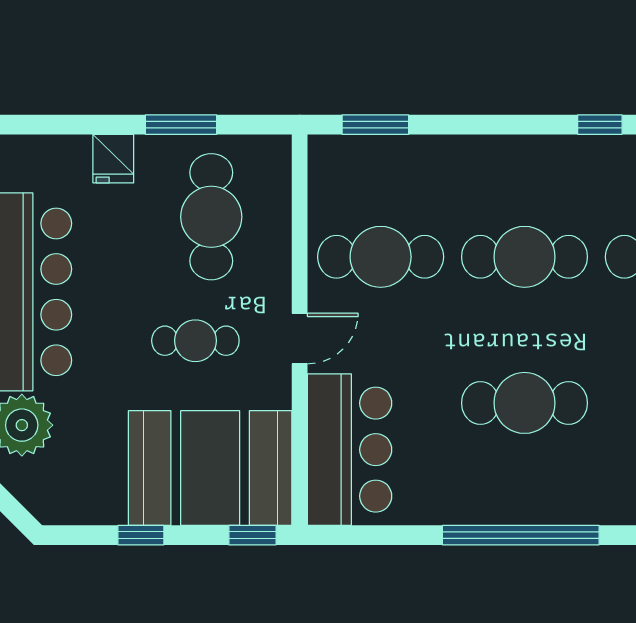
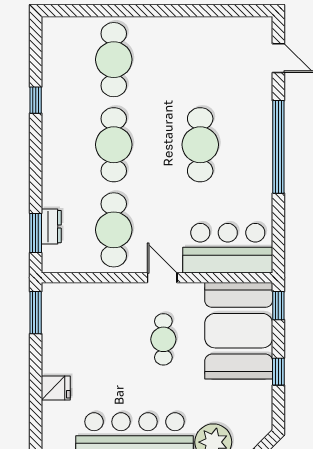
window: (181, 125) -> (36, 313), moved
dresser: (386, 151) -> (51, 227), added
cafe table: (211, 217) -> (90, 330), removed

